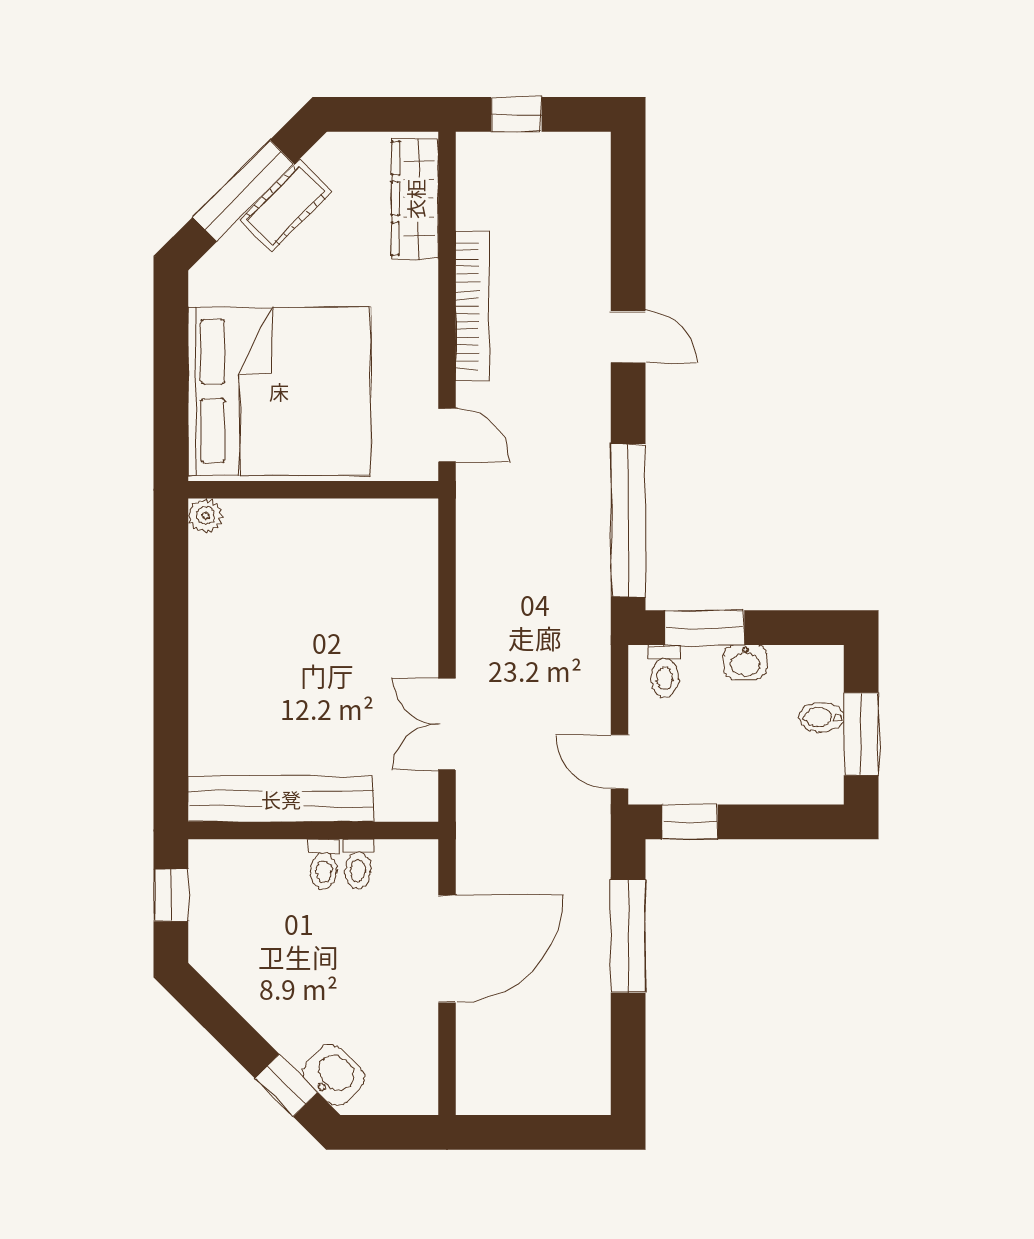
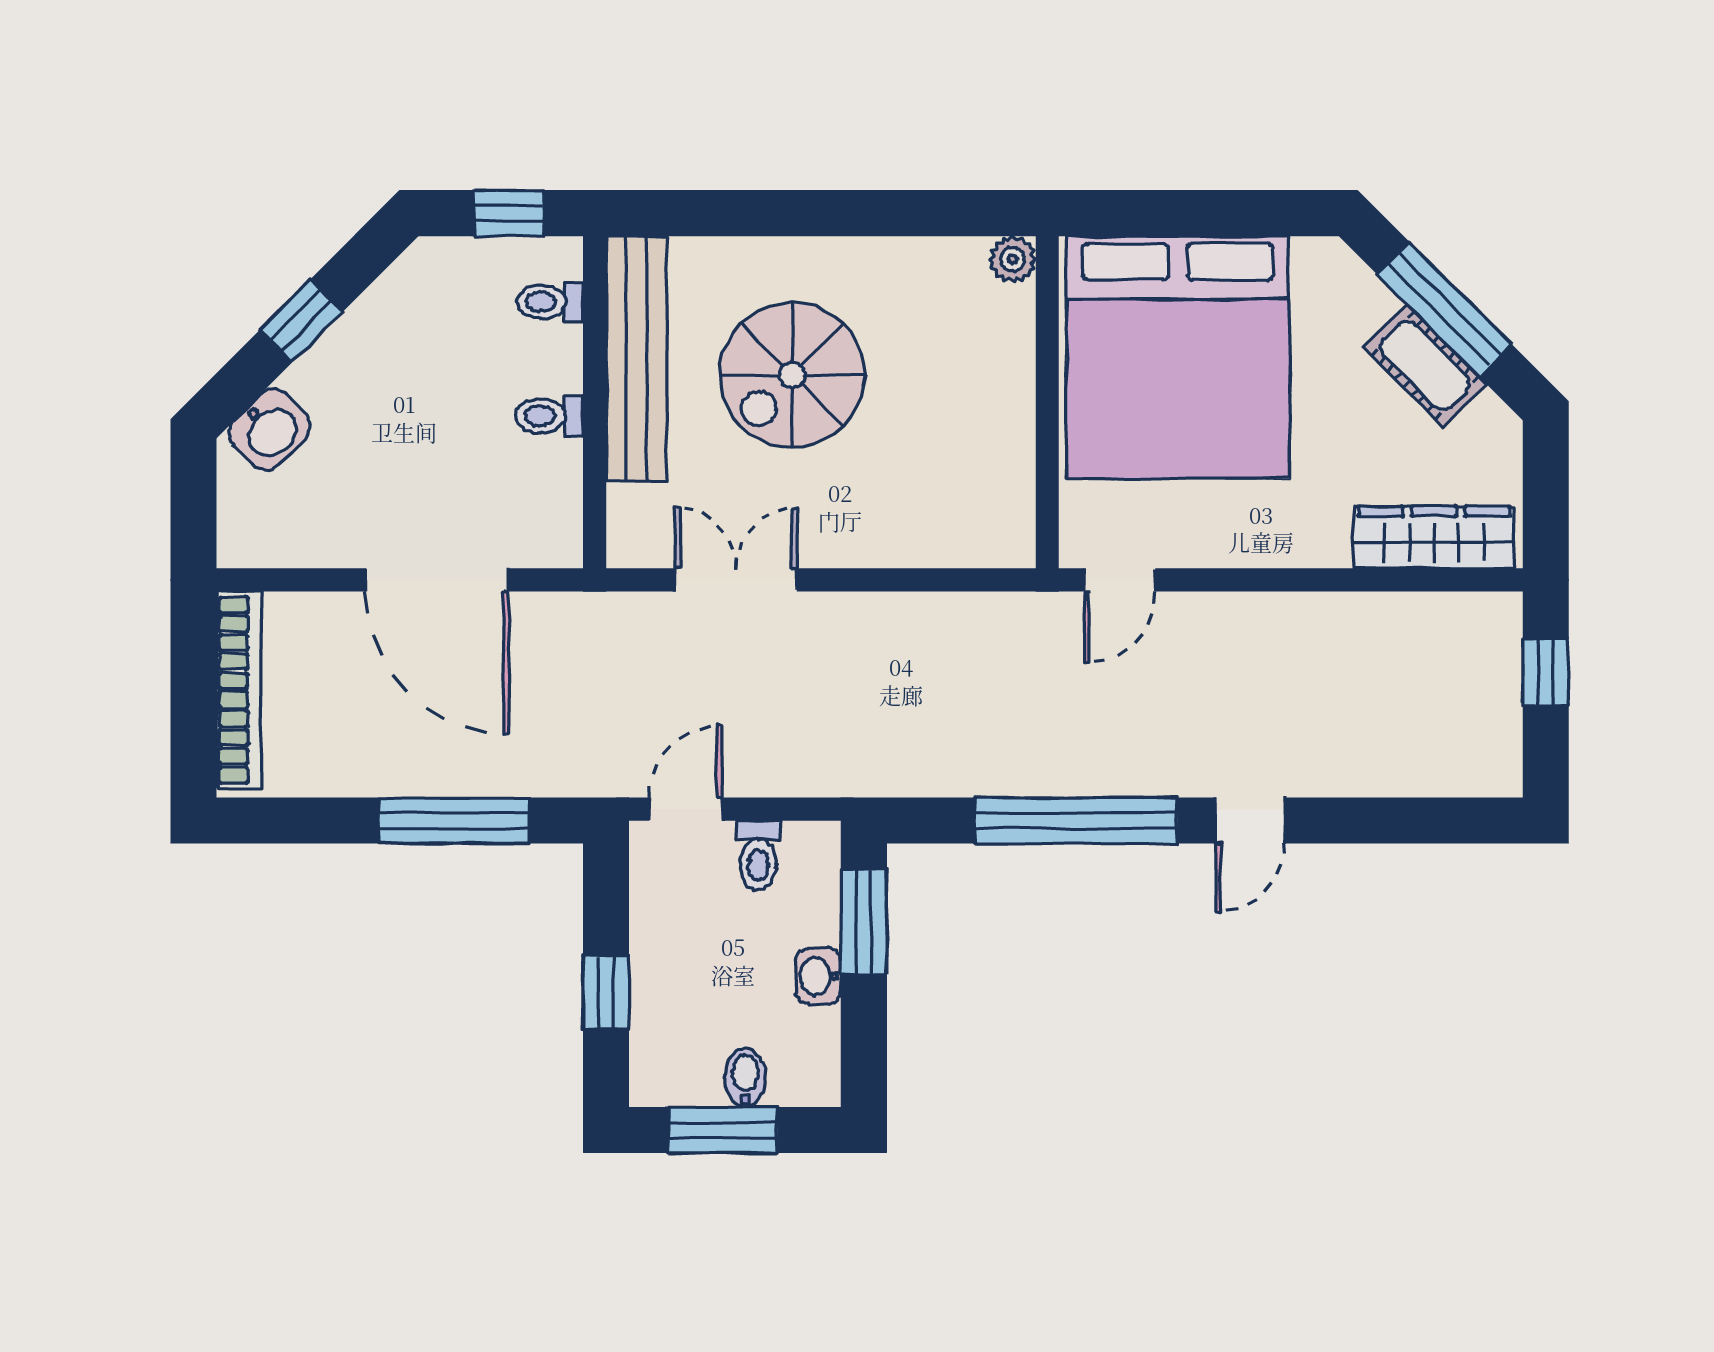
bookcase: (473, 306) -> (239, 690), moved, turned -90
window: (628, 521) -> (1076, 821), moved
toilet: (665, 671) -> (758, 855), moved, turned -90
spiral stairs: (293, 682) -> (792, 375), added
window: (690, 822) -> (606, 992), moved
toilet: (358, 864) -> (550, 302), moved
window: (286, 1085) -> (301, 321), moved

